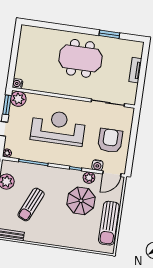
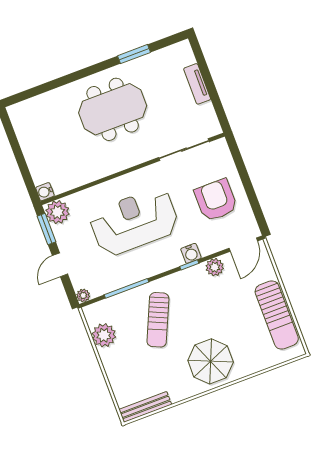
water cooler: (97, 165) -> (191, 253), moved
parasol: (81, 201) -> (211, 361), moved
sun lounger: (31, 205) -> (158, 320), moved

